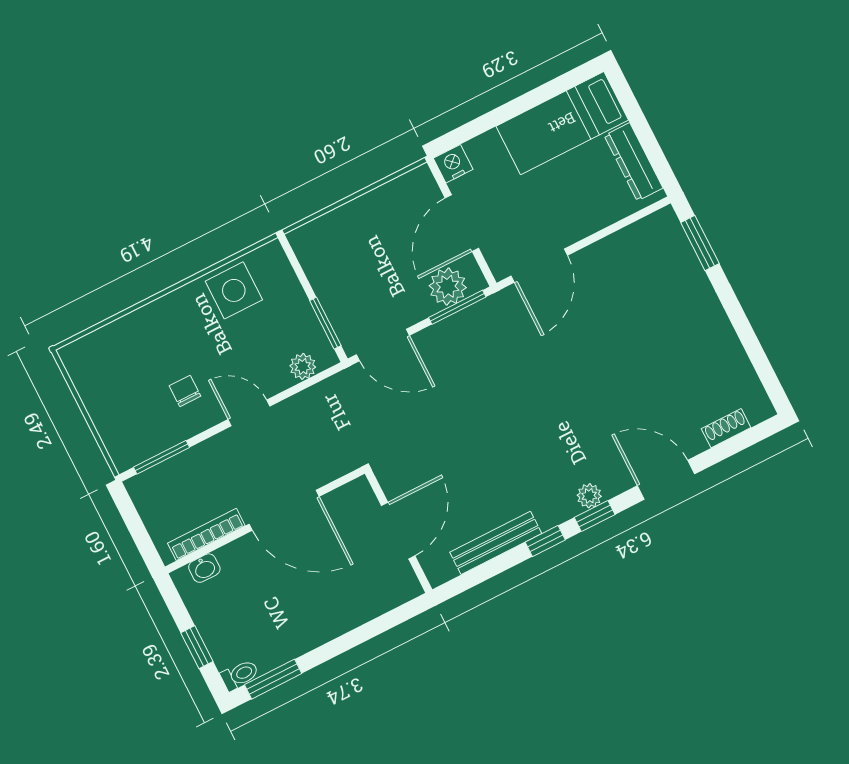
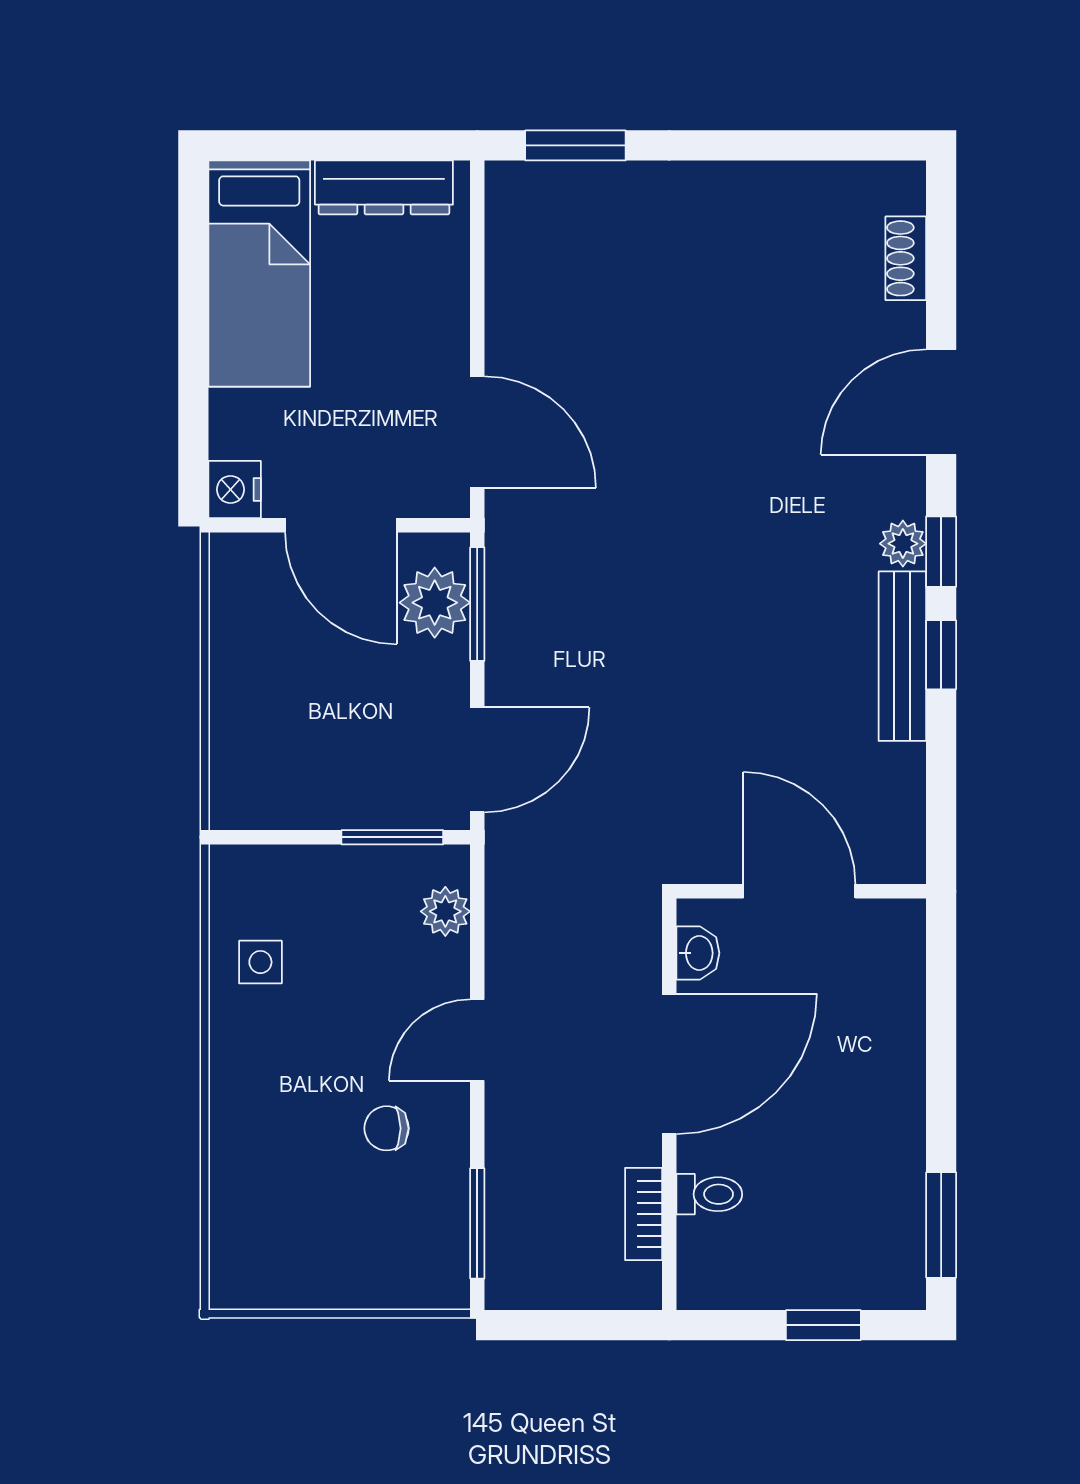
side table: (234, 290) -> (260, 962), width x0.54, depth x0.54
bookcase: (206, 534) -> (644, 1214), width x0.64
bench: (496, 543) -> (902, 656), moved
washbasin: (204, 568) -> (698, 953), moved
toilet: (240, 675) -> (709, 1194), moved, turned 90

